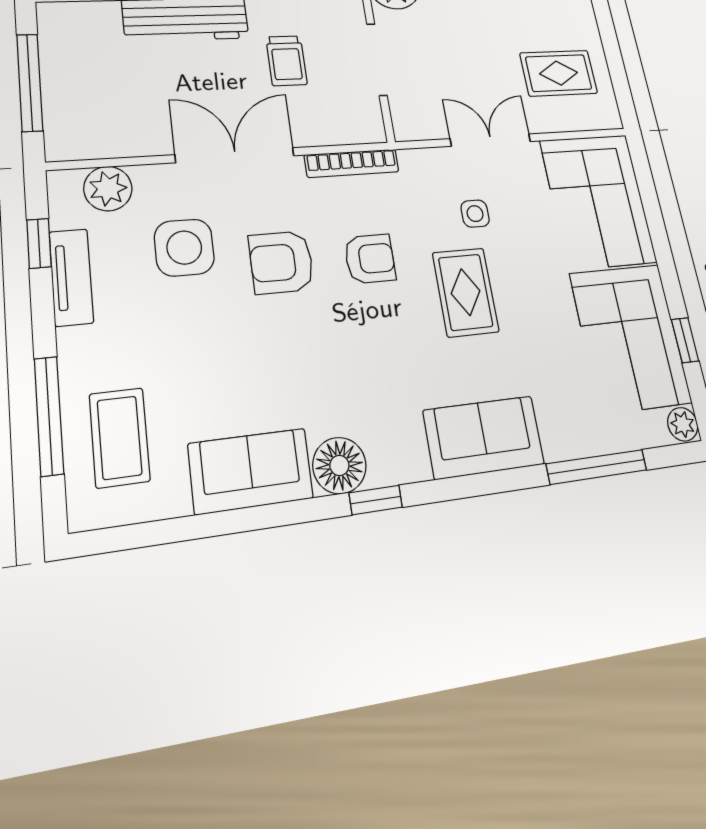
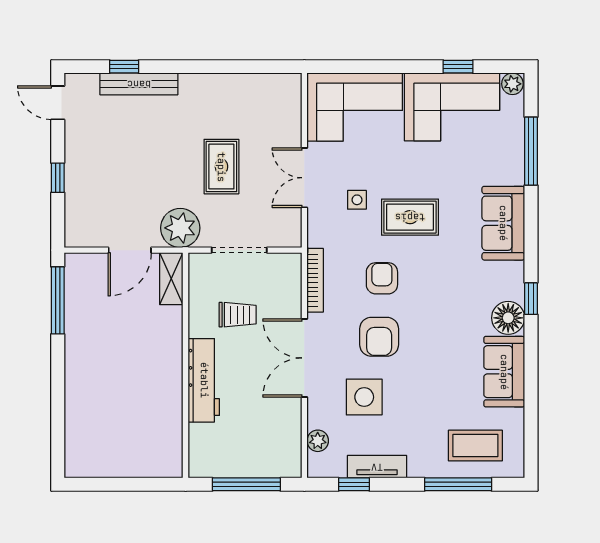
rug: (559, 73) -> (221, 167), moved
plant: (108, 189) -> (318, 441), width x0.73, depth x0.73

